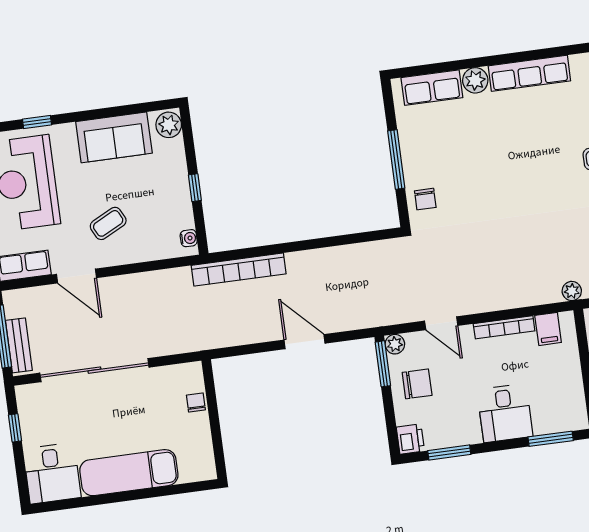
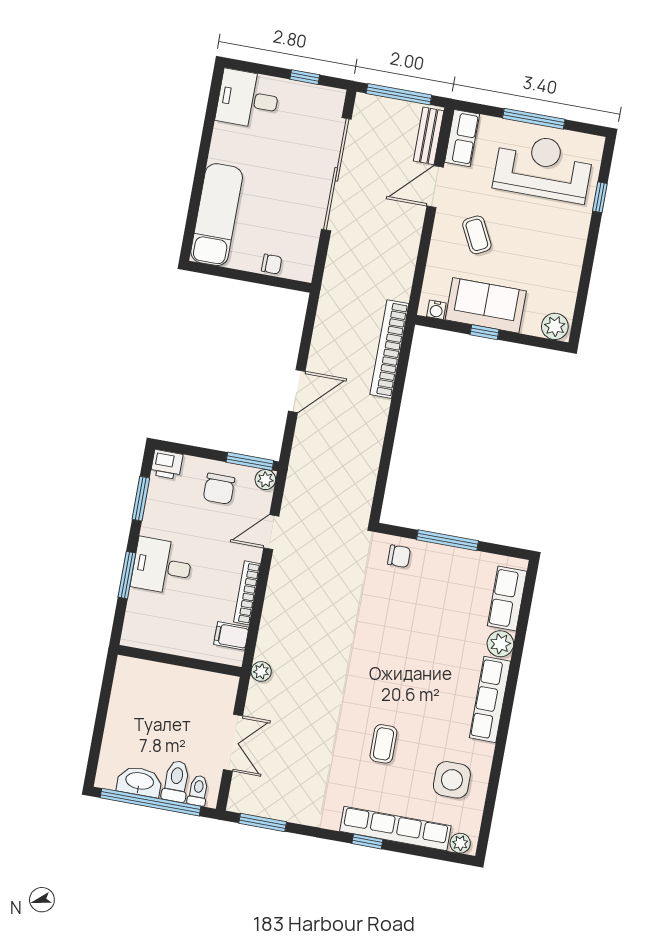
sofa: (114, 137) -> (486, 305), moved, turned 90
chair: (425, 199) -> (399, 556), turned 180
bench: (19, 345) -> (429, 136), moved, turned 90
window: (551, 439) -> (127, 575), moved
exam couch: (129, 473) -> (217, 215), moved

